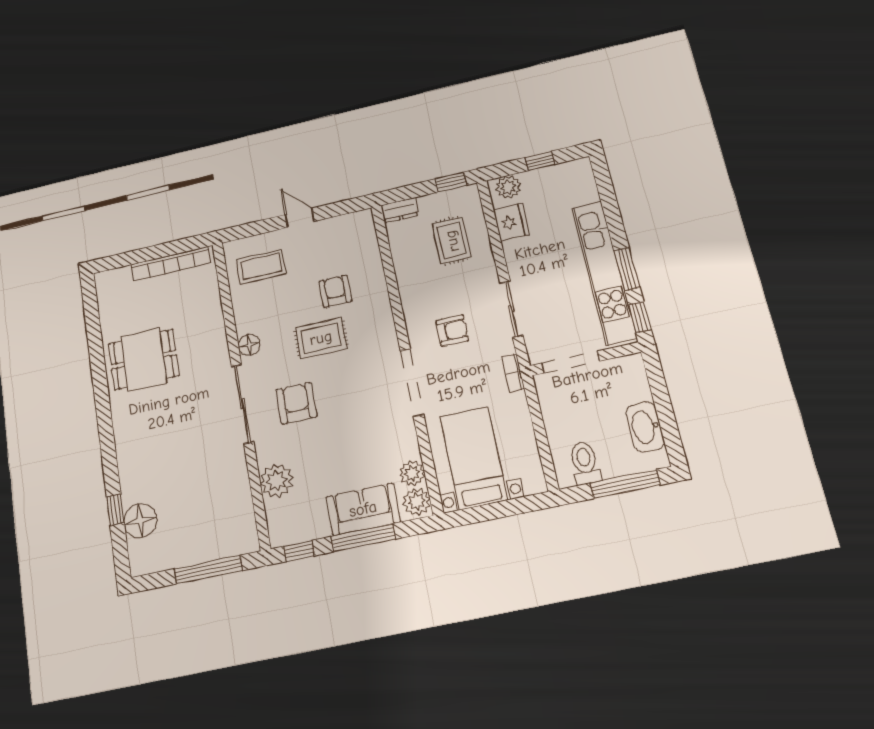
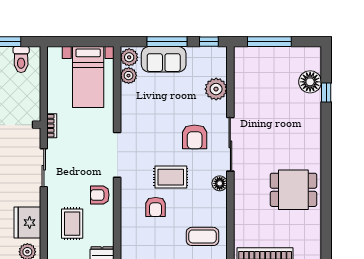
fridge: (511, 222) -> (27, 223), width x1.36, depth x1.34
armchair: (452, 331) -> (100, 195), moved
doorway: (412, 383) -> (117, 155), moved

